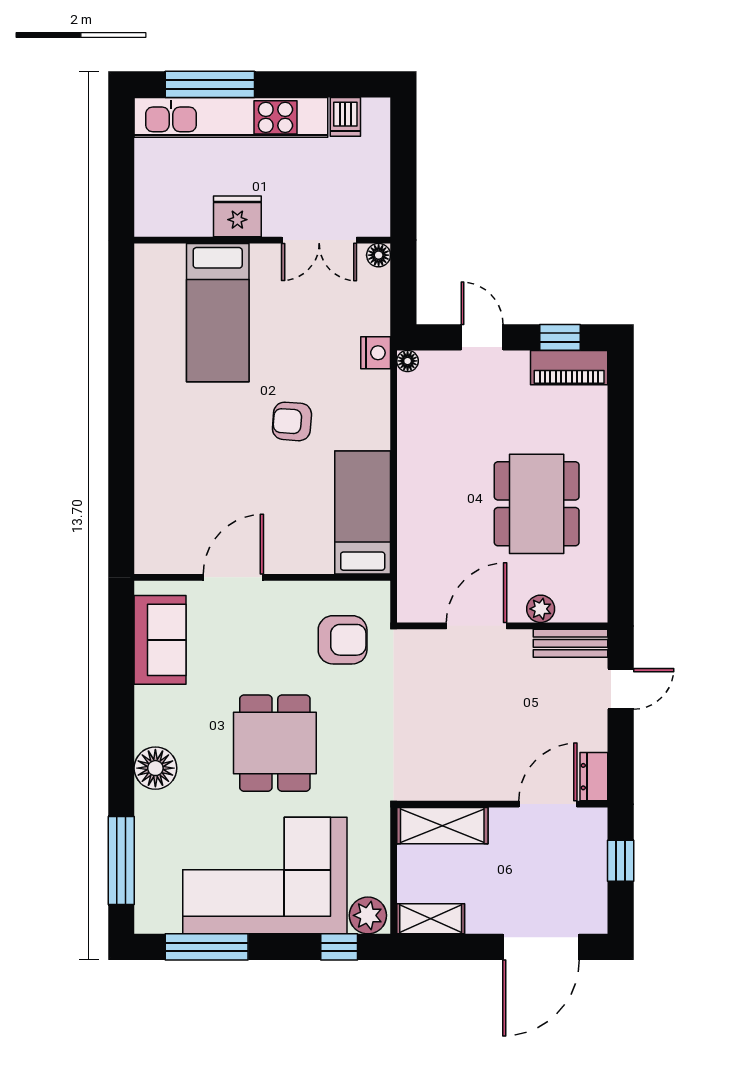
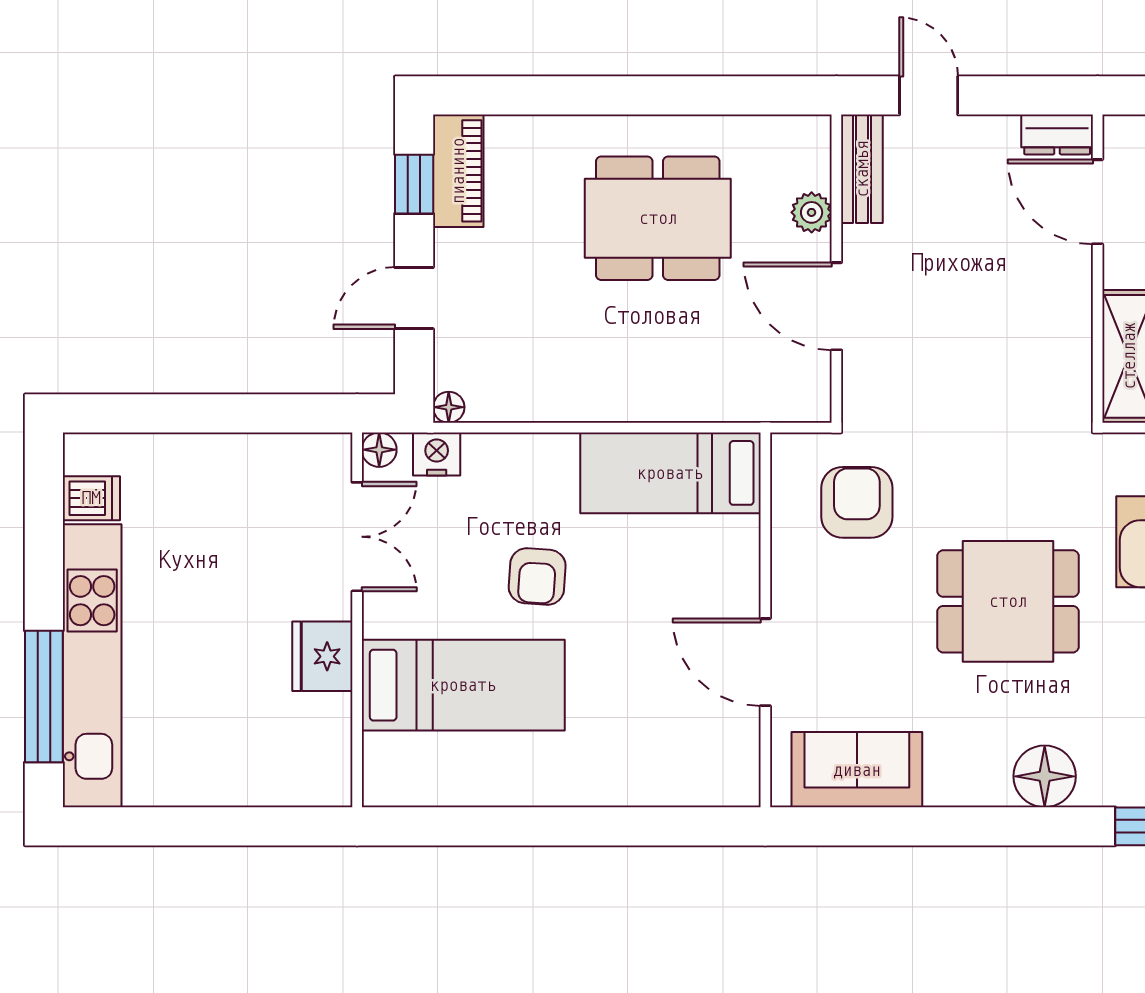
fridge: (237, 216) -> (322, 656), moved
wall: (262, 240) -> (357, 620), moved
double door: (319, 240) -> (357, 537), moved
floor lamp: (379, 255) -> (379, 450), moved
bed: (218, 313) -> (463, 685), moved

